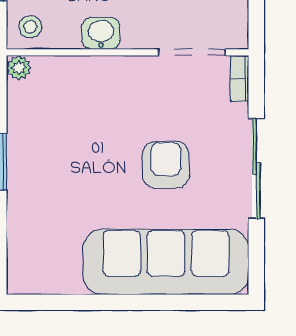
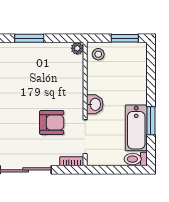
washbasin: (101, 33) -> (95, 104), moved
armchair: (166, 165) -> (52, 123), moved

